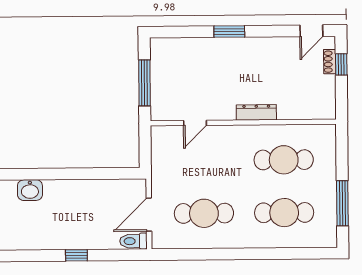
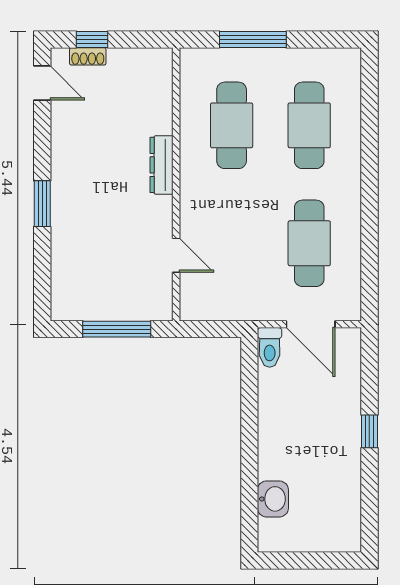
window: (342, 203) -> (253, 40), moved
toilet: (133, 241) -> (270, 347), moved

